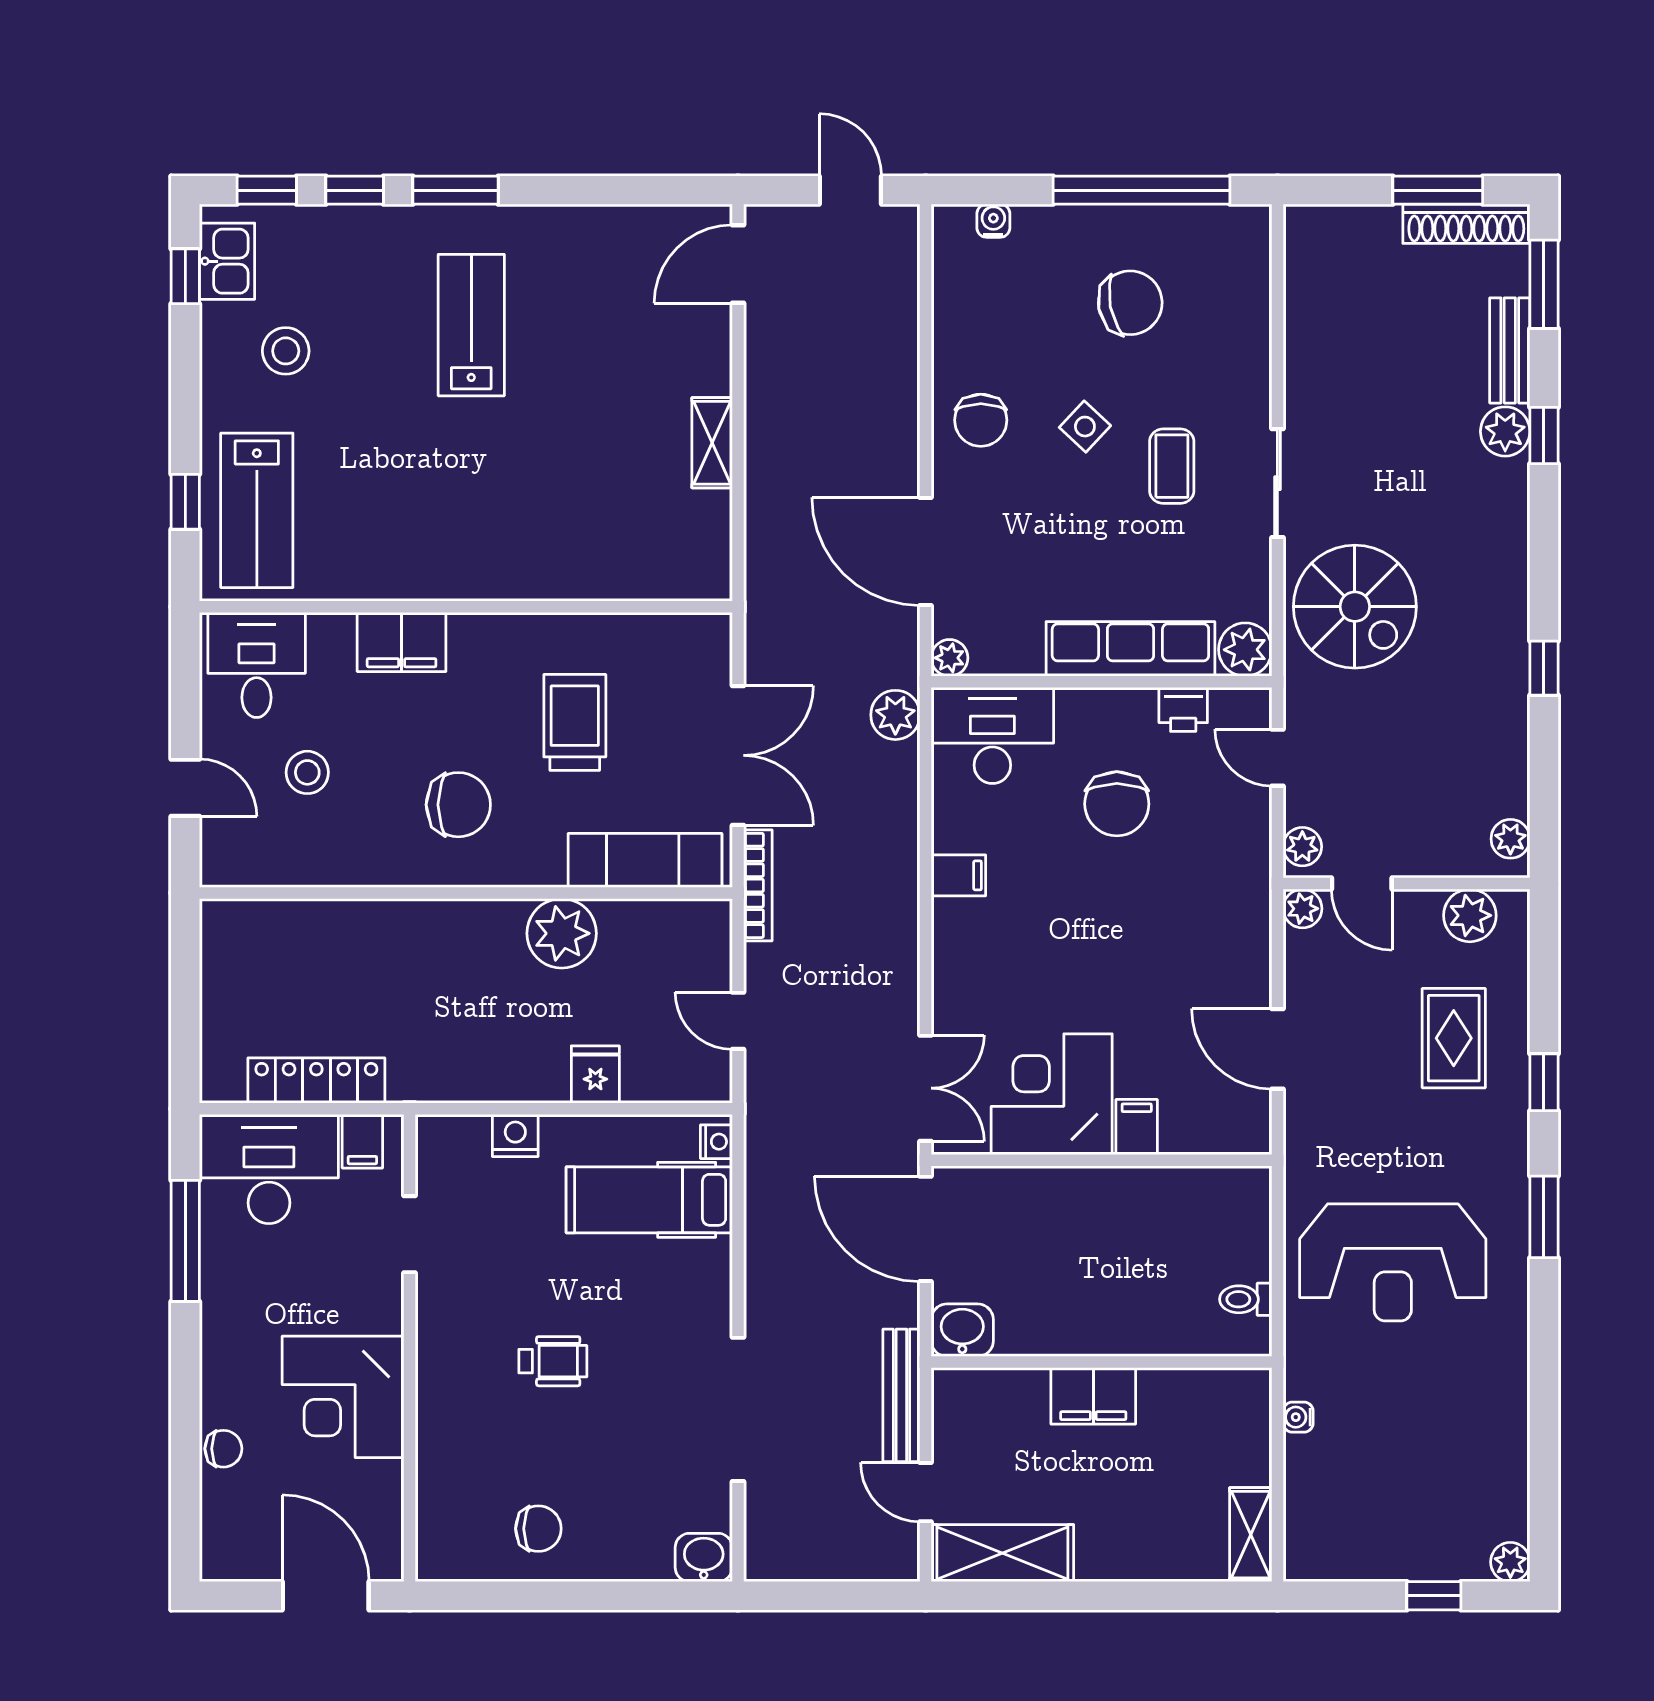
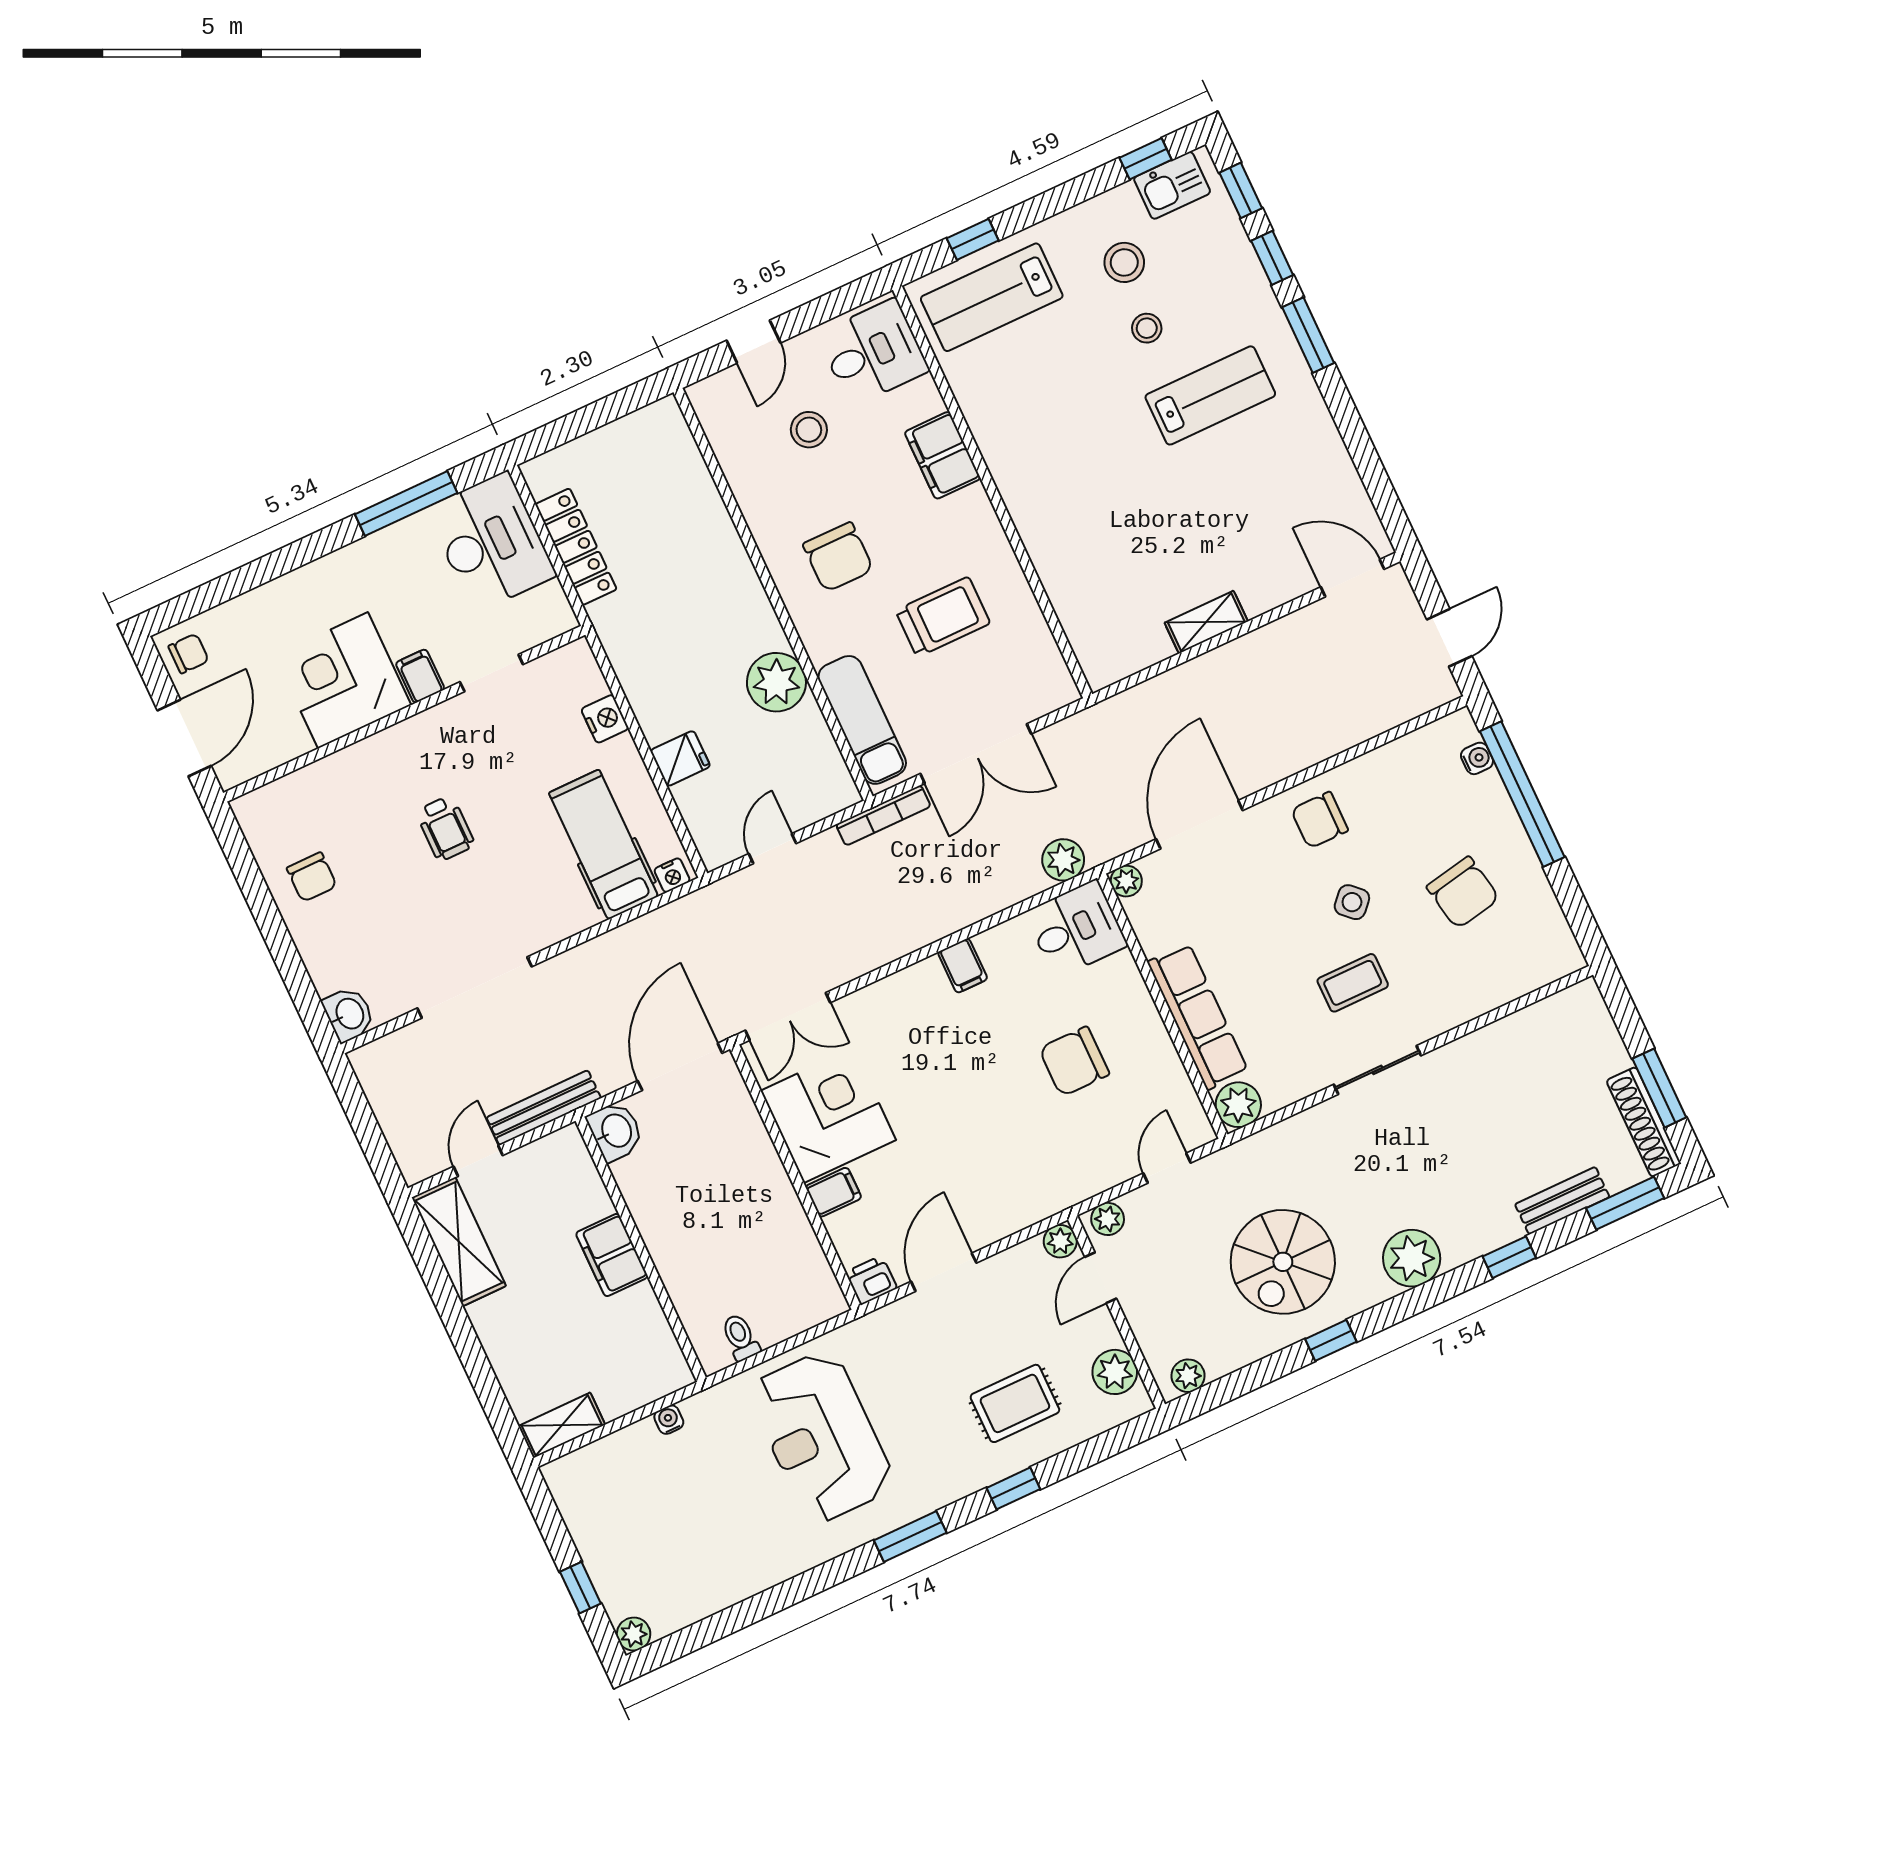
window: (1141, 190) -> (1522, 794), moved
stool: (367, 360) -> (1147, 328), added
plant: (1505, 431) -> (1412, 1258), moved, width x1.36, depth x1.36
spiral stairs: (1355, 607) -> (1283, 1262), moved
printer: (1183, 709) -> (871, 1280), moved, turned 90
desk: (992, 735) -> (1076, 929), width x0.73
filing cabinet: (362, 1141) -> (420, 676), moved, turned 90
chair: (223, 1449) -> (189, 653), moved, turned -90

